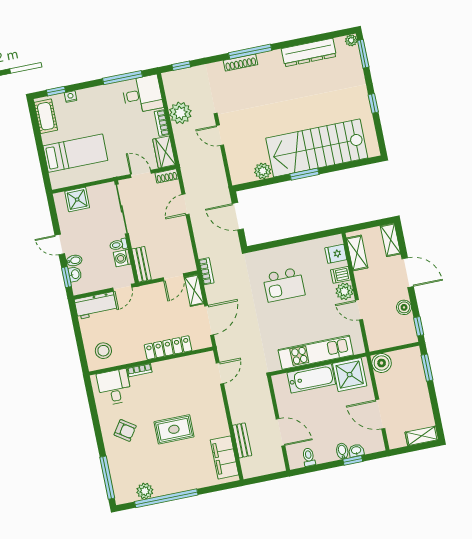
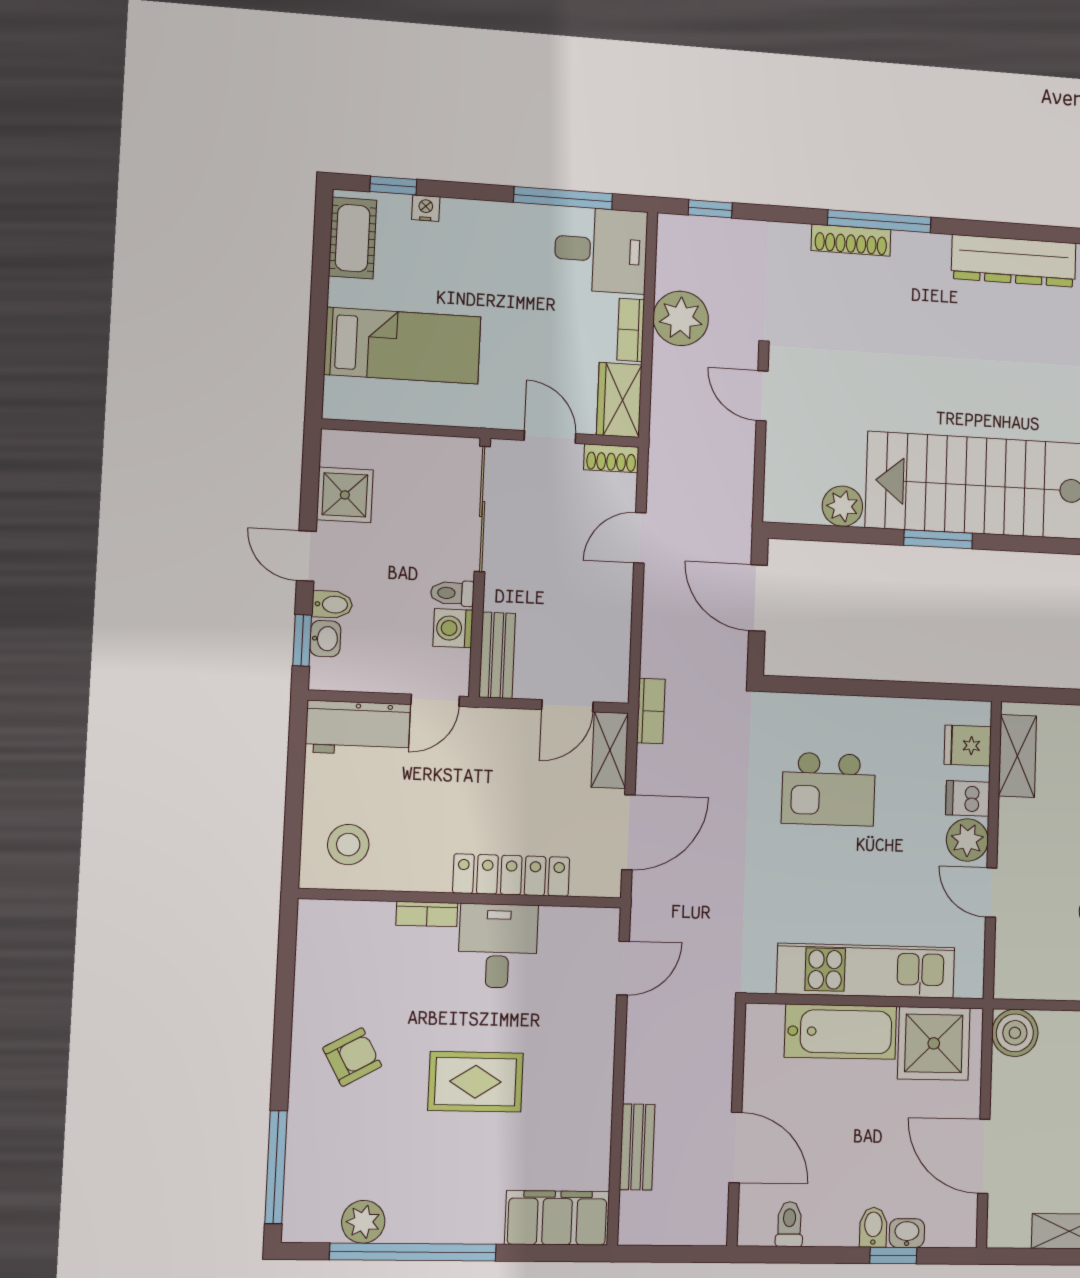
shower: (77, 200) -> (345, 495), moved
desk: (114, 387) -> (498, 946), moved
armchair: (125, 430) -> (352, 1057), turned -63
filing cabinet: (224, 457) -> (557, 1218), moved, turned 90

